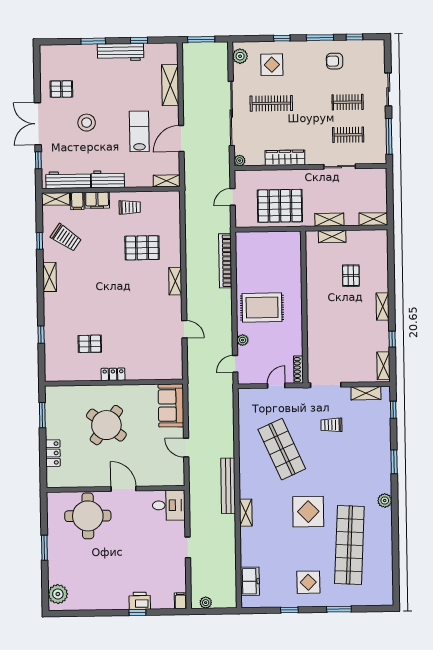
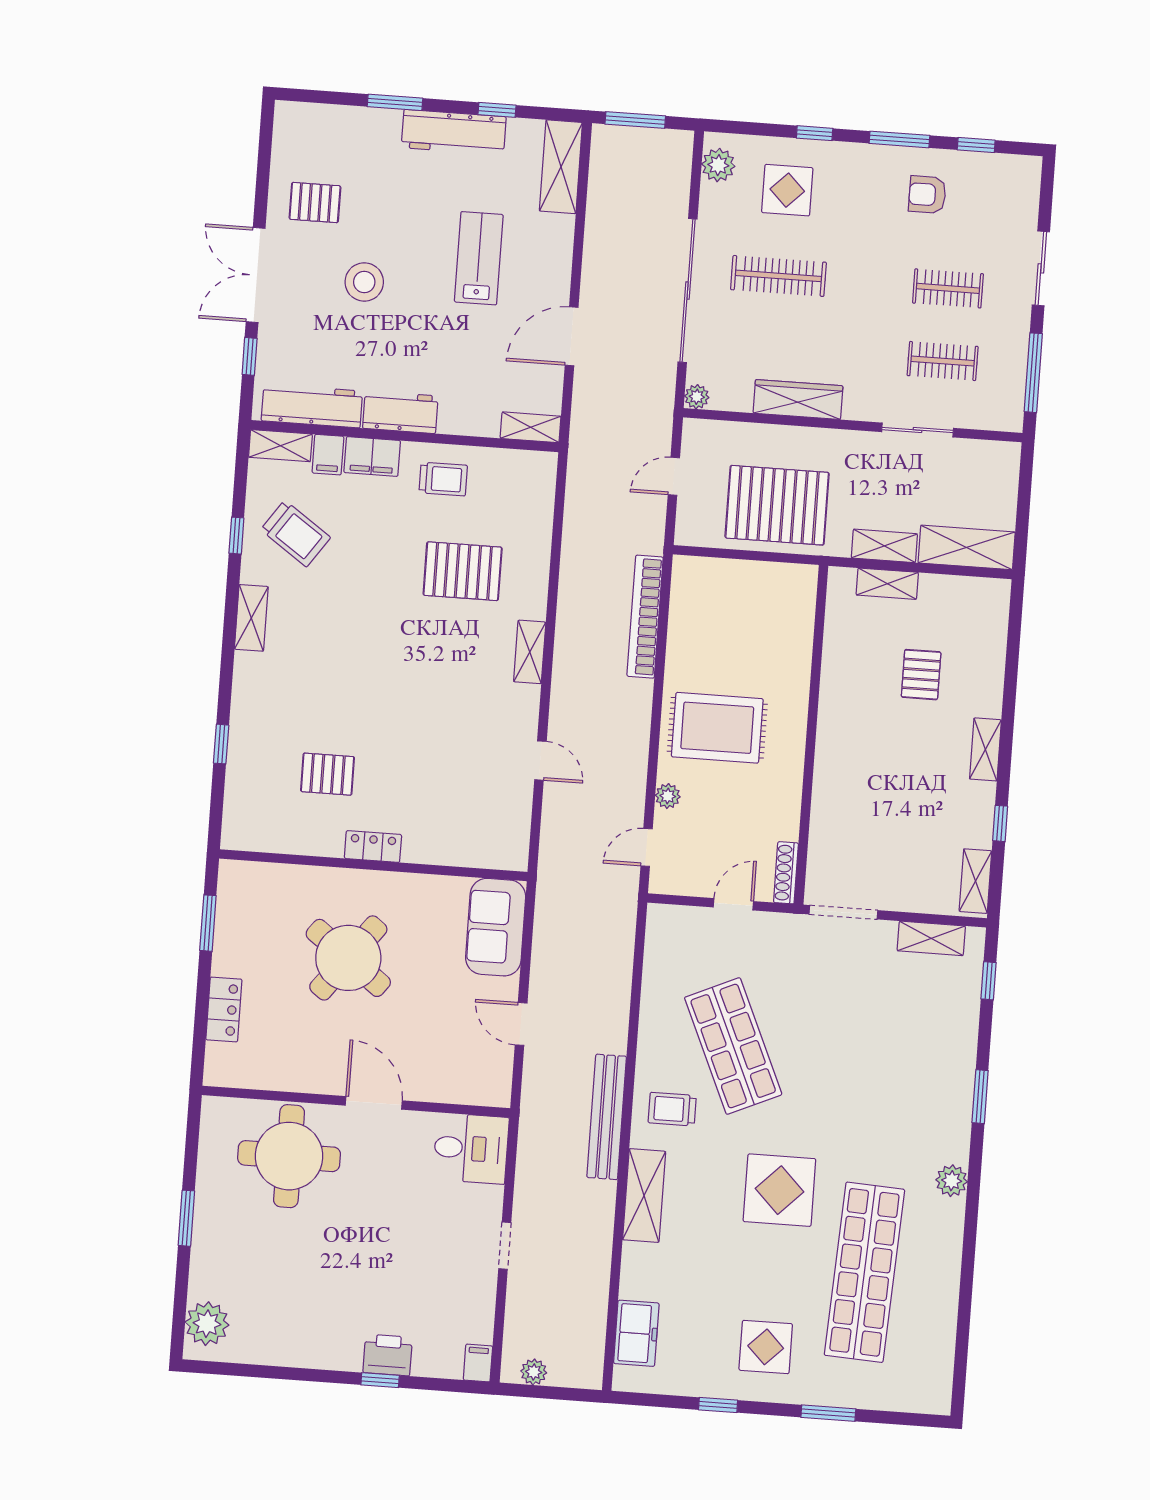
shelving: (170, 85) -> (561, 167), moved
lab bench: (139, 131) -> (479, 258), moved
shelving: (373, 219) -> (967, 547), width x1.50, depth x1.33
trolley: (331, 425) -> (672, 1109), moved
shelving: (246, 513) -> (644, 1196), width x1.50, depth x1.33

